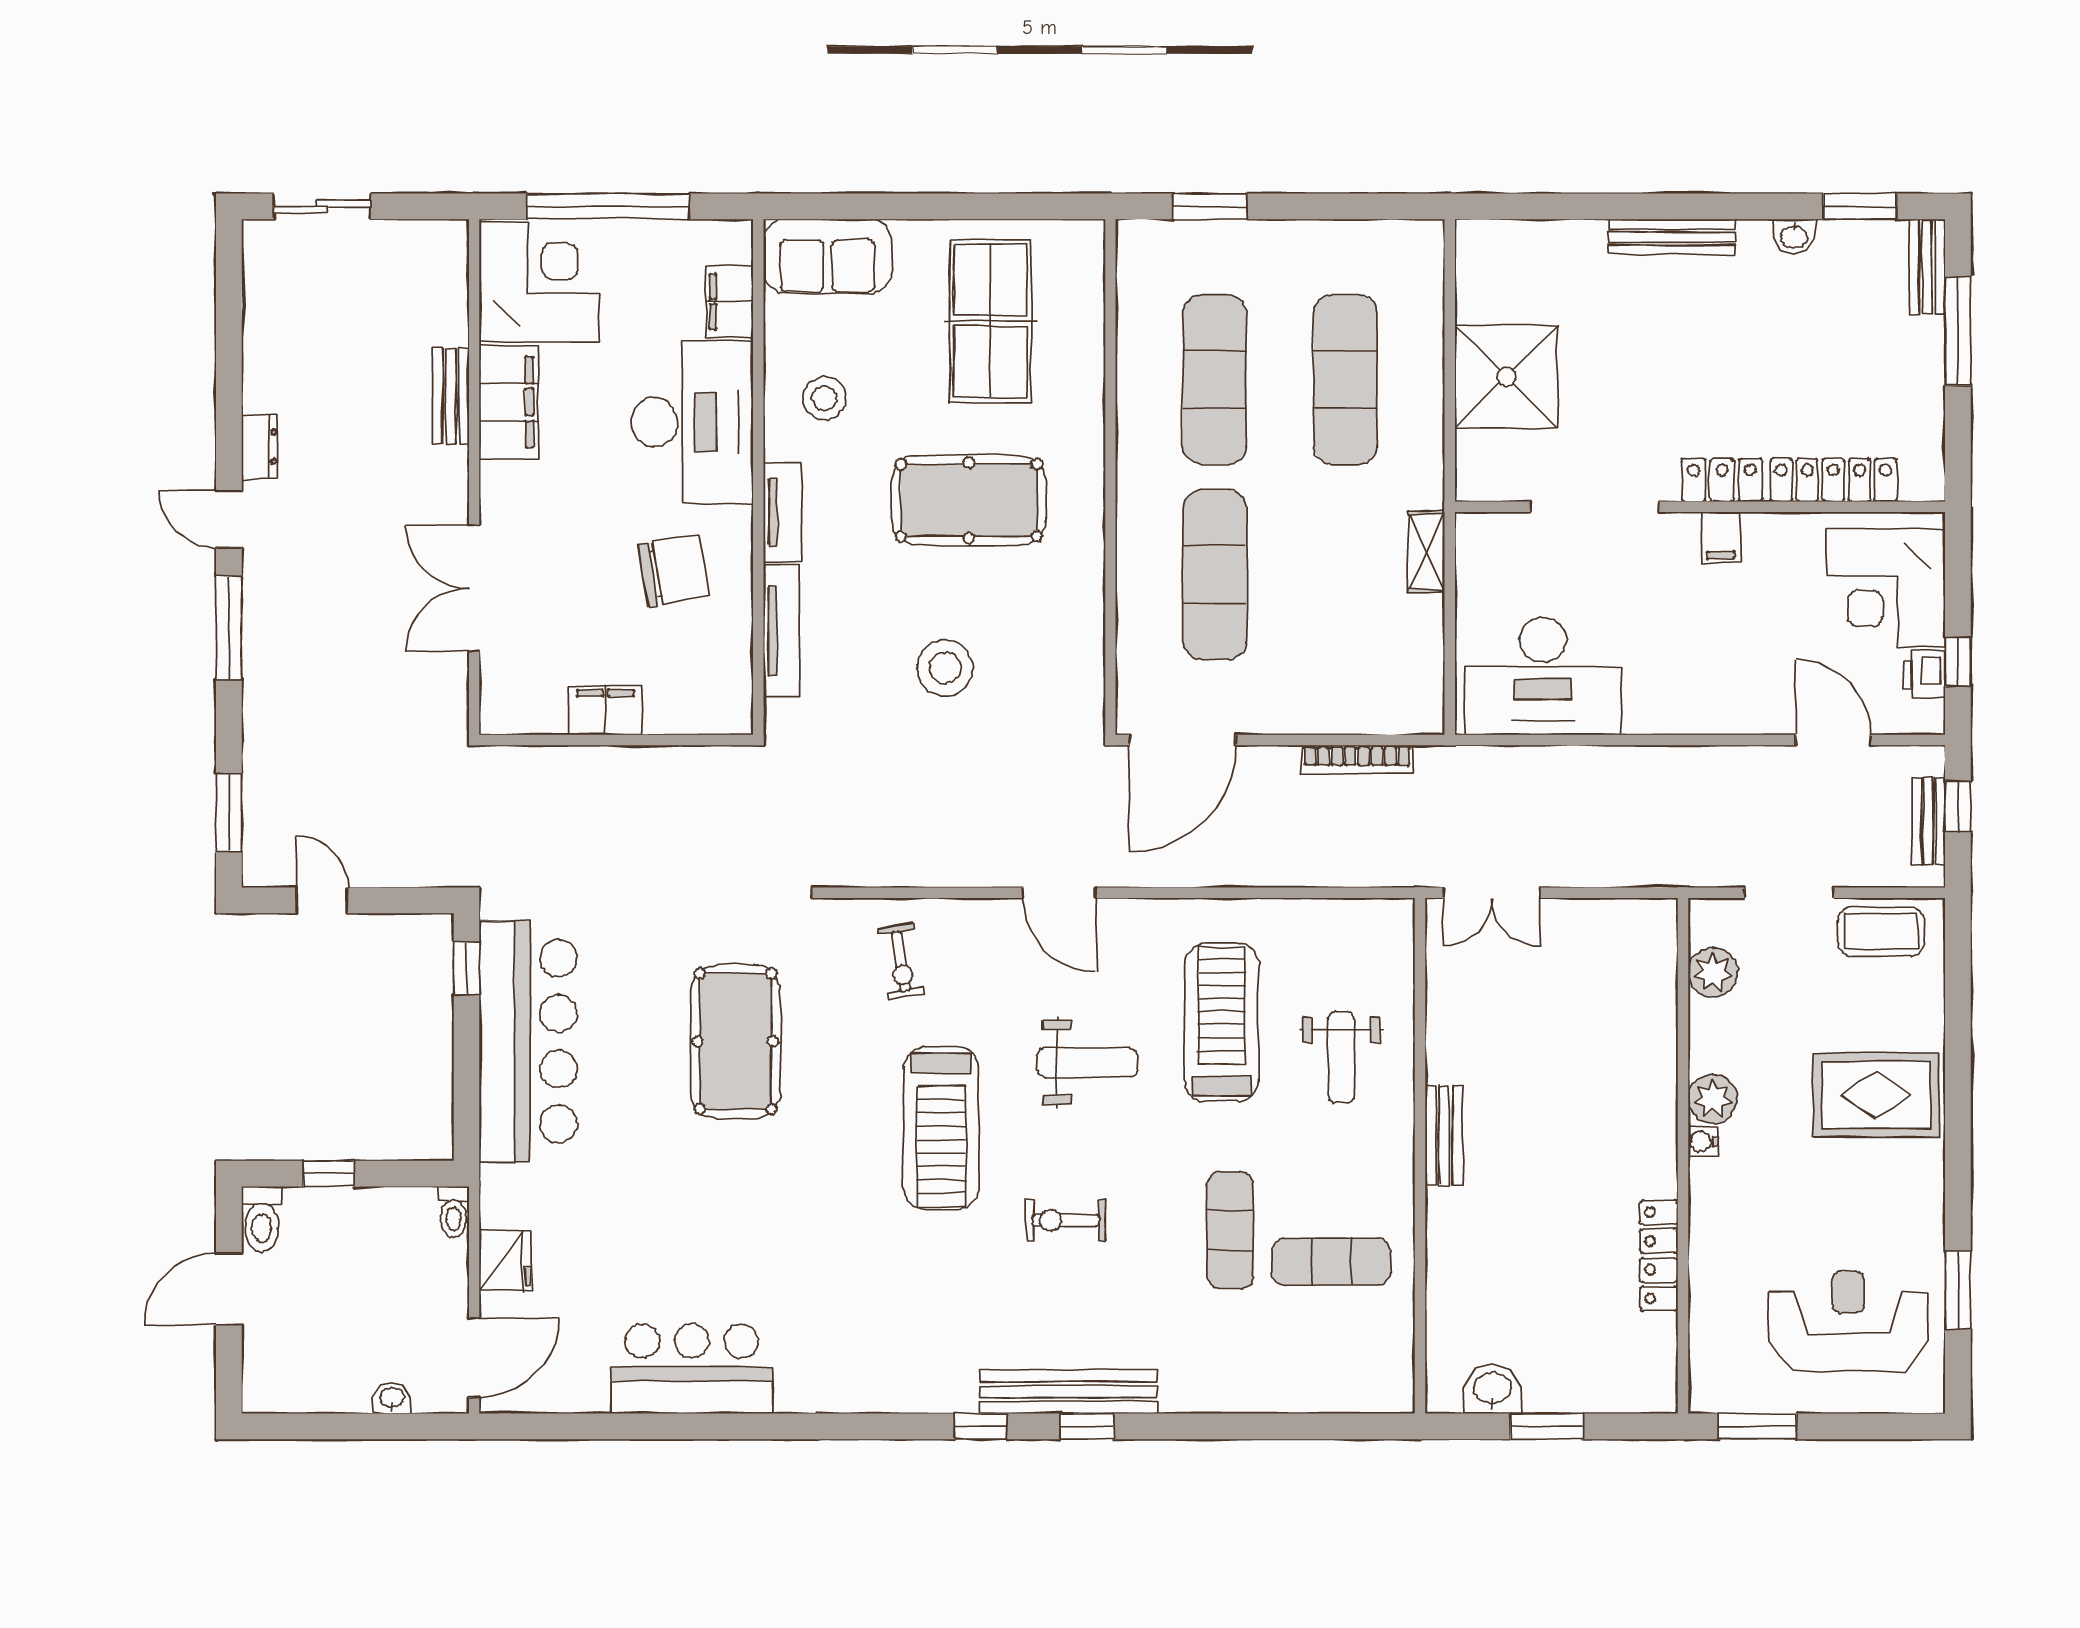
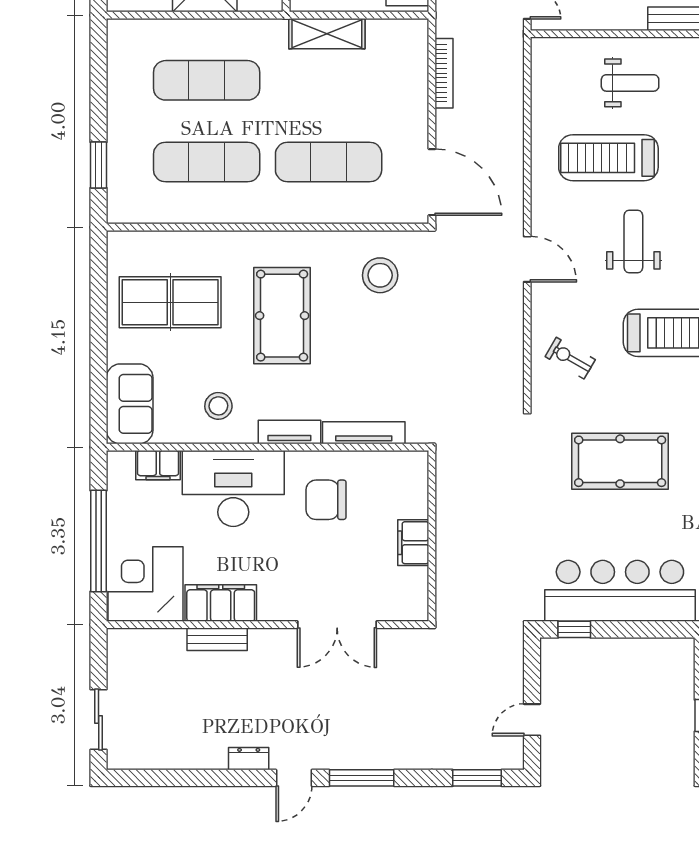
shelving: (1426, 552) -> (327, 34), width x1.50, depth x1.33
chair: (674, 571) -> (326, 500), turned -80
stool: (945, 668) -> (380, 275), moved
door: (1059, 893) -> (527, 259), hinge flipped
exercise bike: (901, 961) -> (570, 358), turned -141

